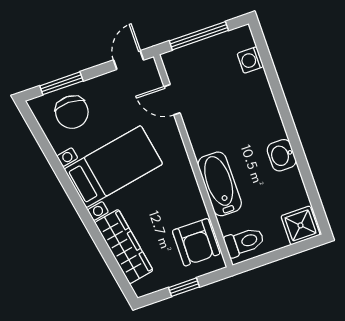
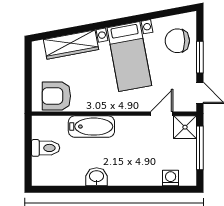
window: (61, 83) -> (200, 57), moved
shower: (300, 225) -> (185, 127), moved
toilet: (244, 242) -> (46, 148), moved, turned -90
window: (184, 287) -> (28, 77), removed

